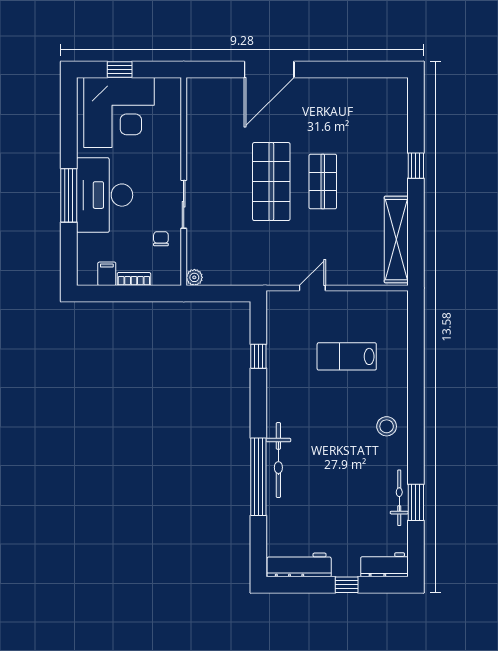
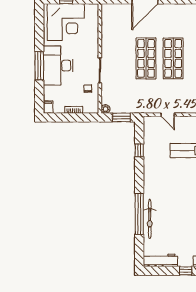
shop shelf: (323, 182) -> (173, 58), width x1.43, depth x1.36
filing cabinet: (107, 274) -> (48, 107), moved
door: (312, 288) -> (168, 115), swing flipped
window: (225, 294) -> (121, 117), added
bicycle: (278, 460) -> (150, 219), moved

